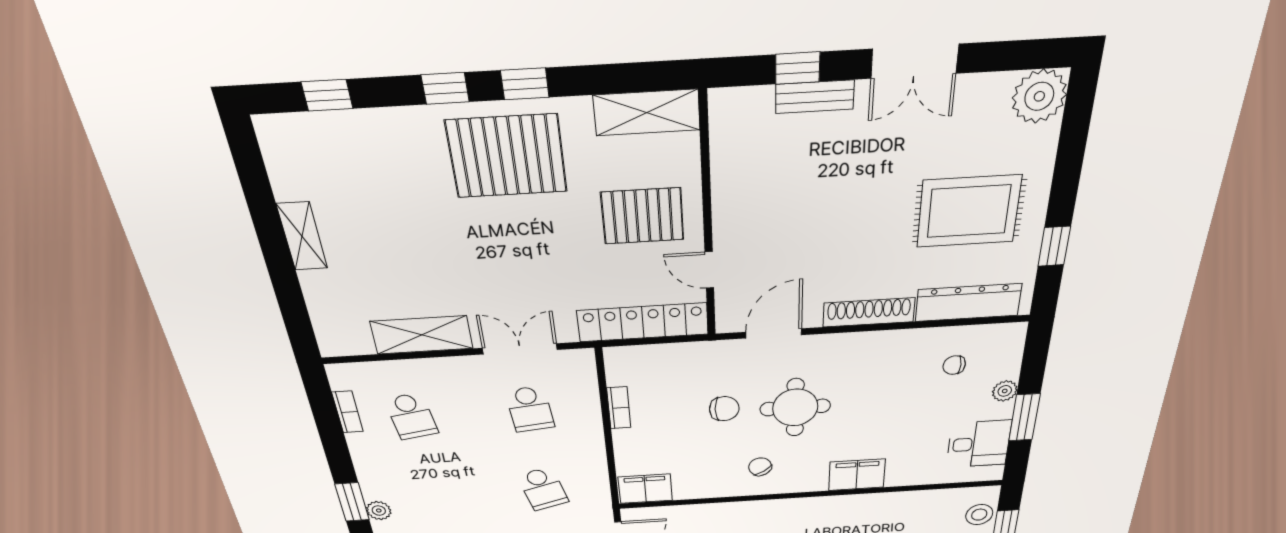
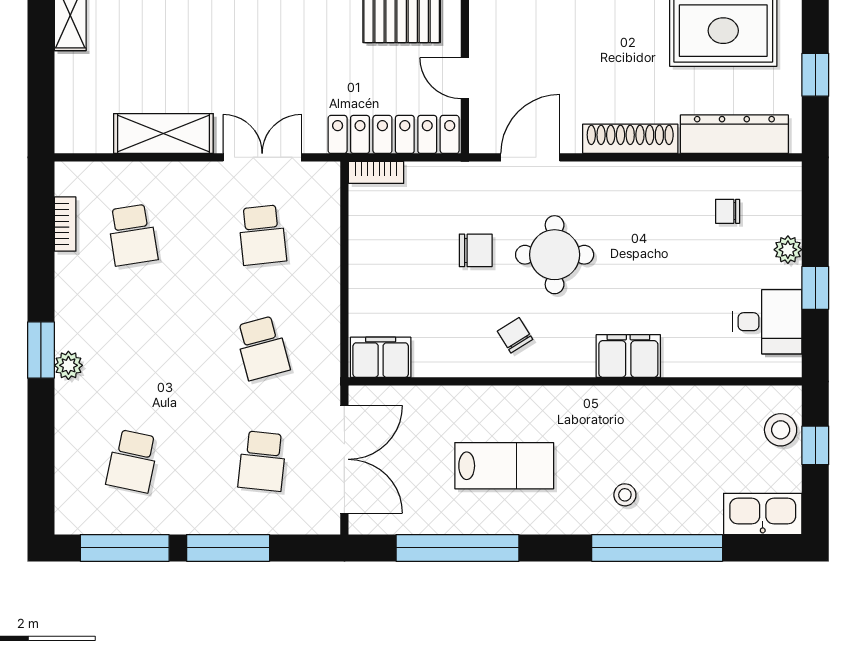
bookcase: (619, 408) -> (376, 172), moved, turned 90
window: (1024, 417) -> (815, 288), width x0.67

